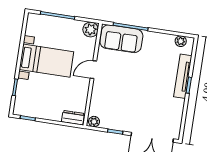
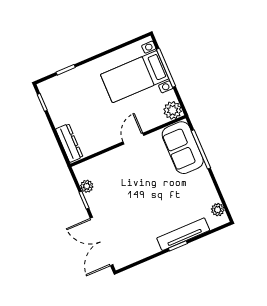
bed with nightstands: (46, 61) -> (135, 77), moved, turned 90
door: (93, 70) -> (133, 139), hinge flipped
dresser: (73, 118) -> (69, 143), width x1.44
plant: (94, 122) -> (87, 186), moved

